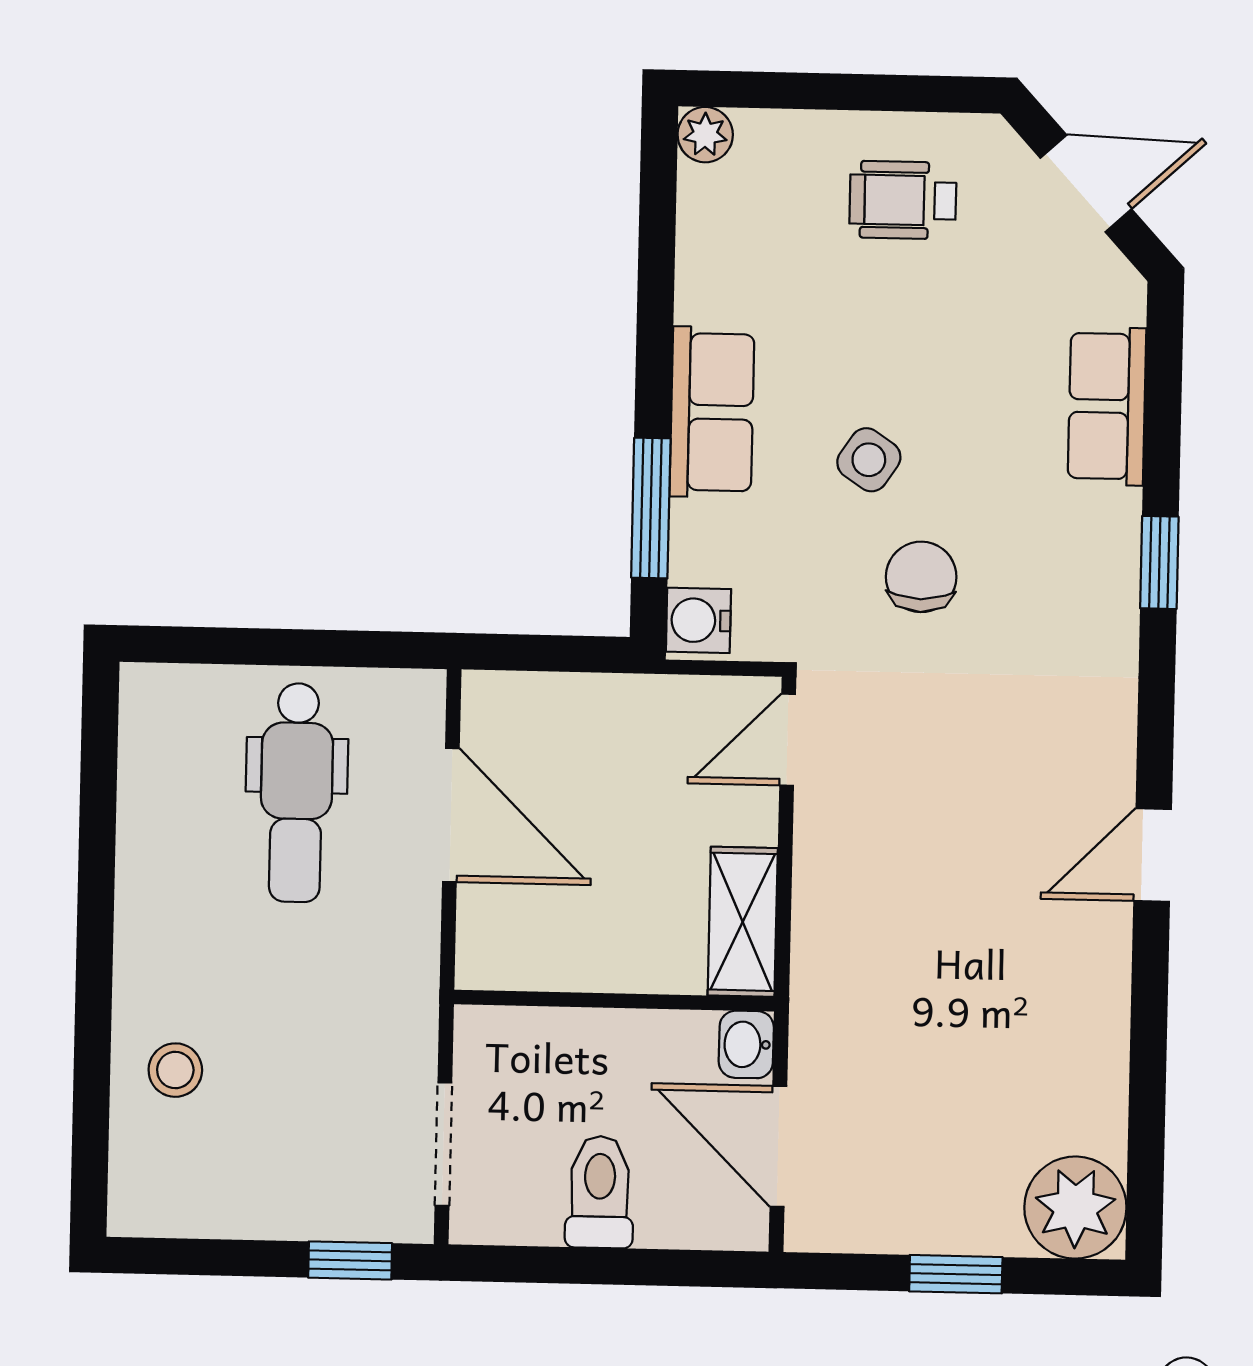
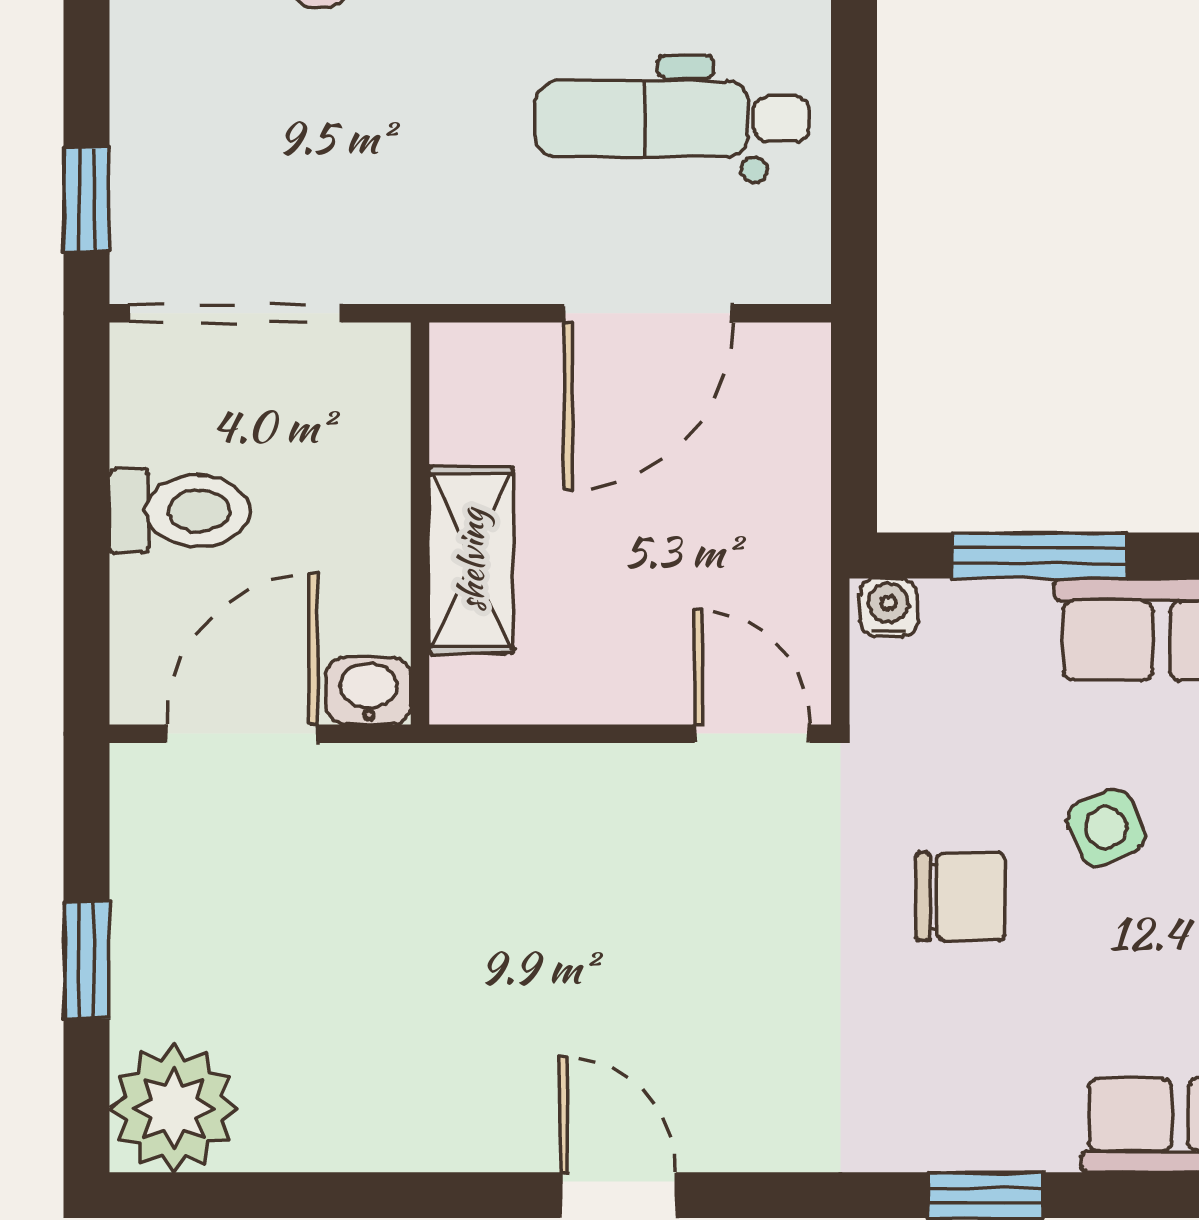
side table: (869, 460) -> (1106, 828), turned 32
water cooler: (698, 620) -> (888, 607), width x0.72, depth x0.72
shelving: (743, 922) -> (471, 560), moved, turned 90
doorway: (443, 1144) -> (235, 313), width x1.38

